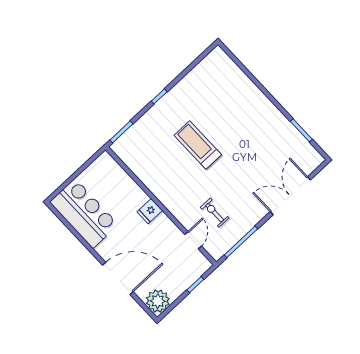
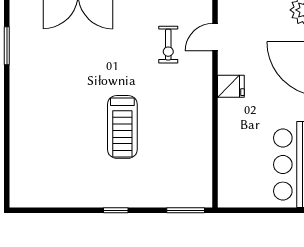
fridge: (150, 211) -> (231, 86), moved

